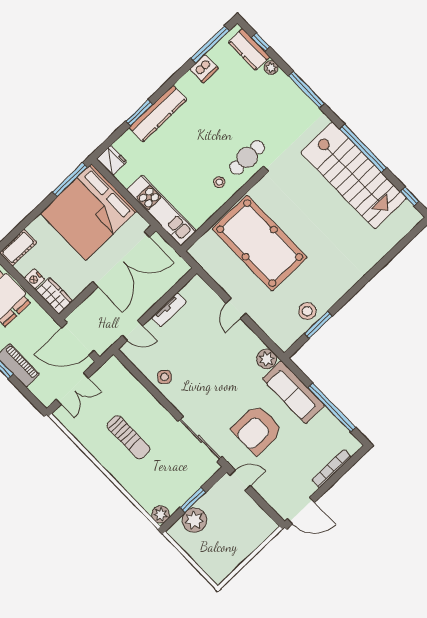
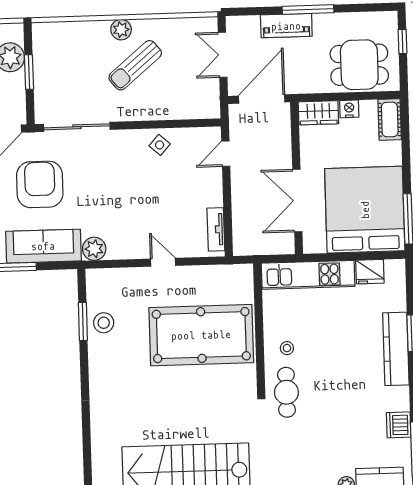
fridge: (112, 160) -> (370, 272), moved
double door: (121, 259) -> (297, 201), width x0.73
tv unit: (169, 310) -> (216, 229), moved
sun lounger: (129, 437) -> (135, 65), turned -40
plant: (161, 514) -> (121, 30), moved

